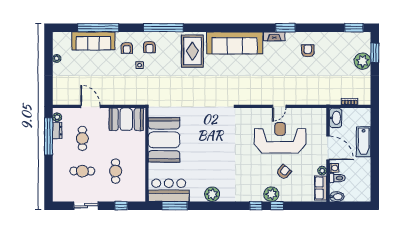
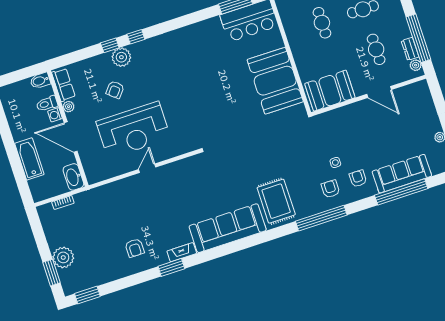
plant: (212, 194) -> (194, 33), removed

